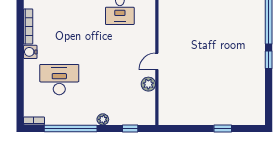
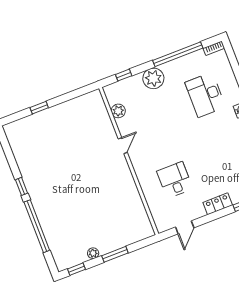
desk: (59, 80) -> (205, 95), turned 90
plant: (148, 84) -> (118, 111), moved
plant: (103, 119) -> (153, 78), width x1.87, depth x1.87

